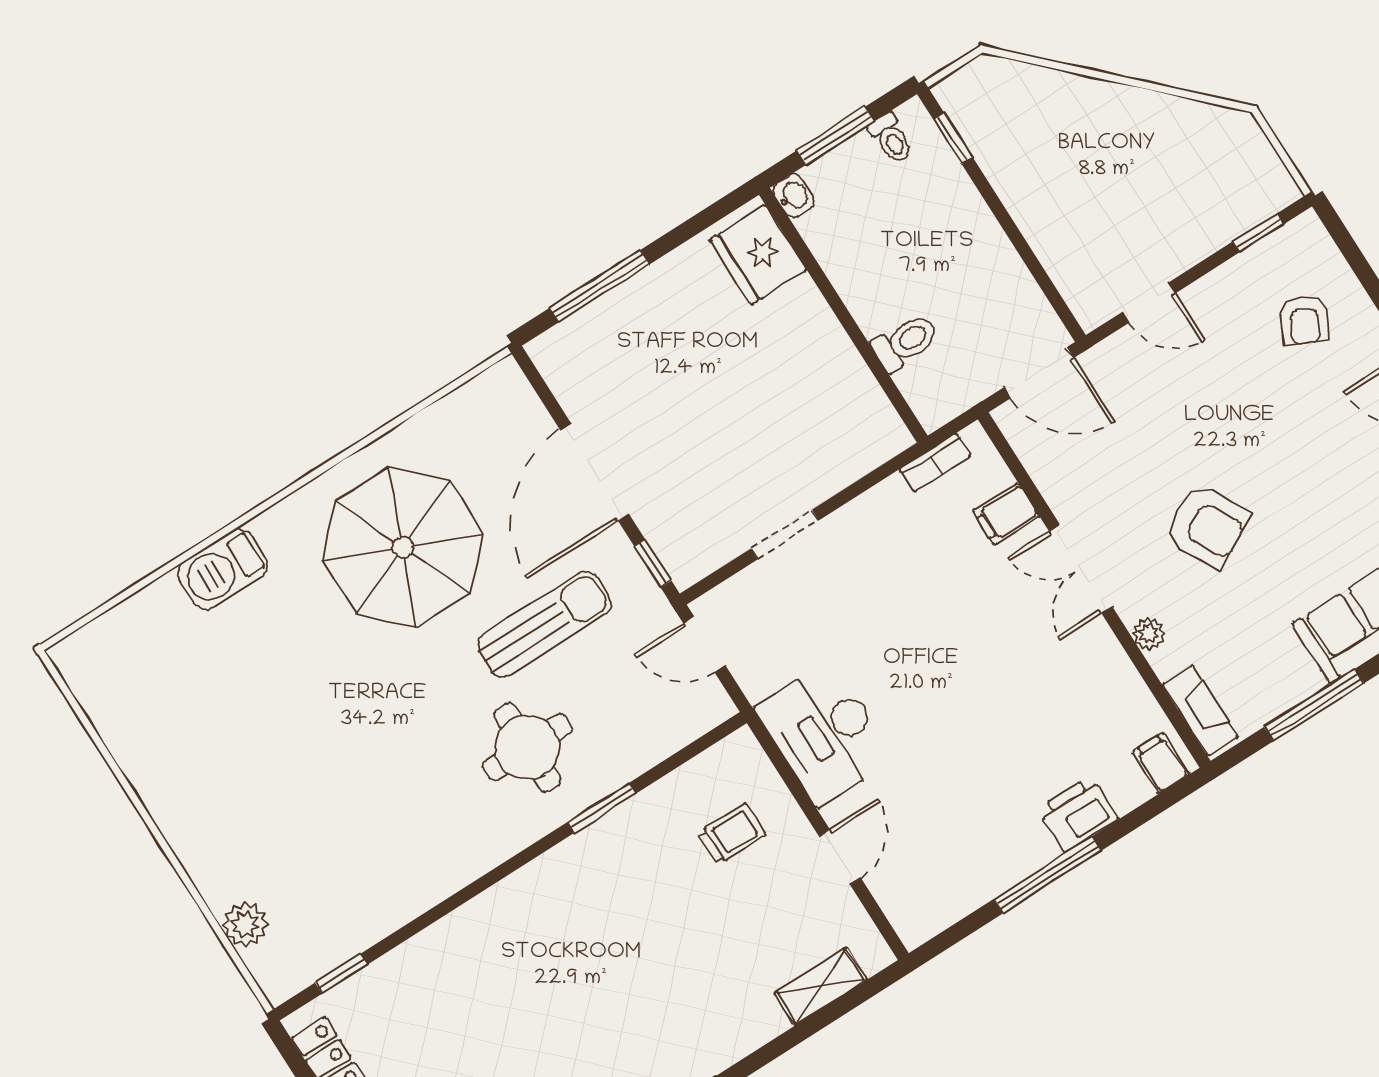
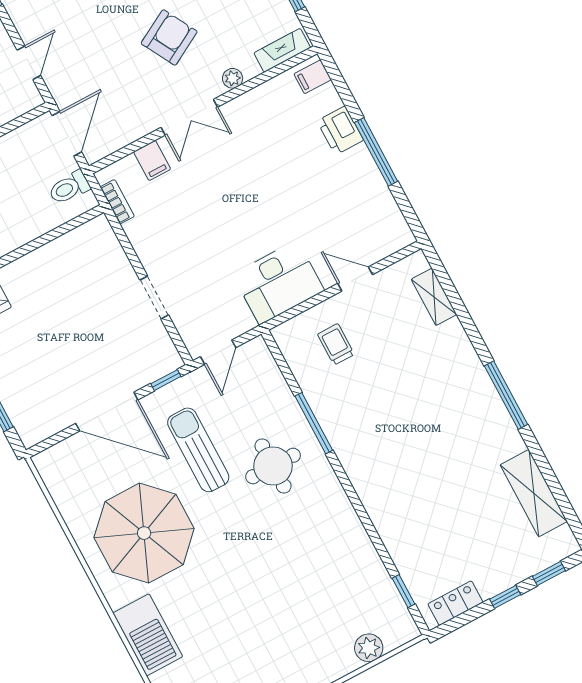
toilet: (905, 342) -> (69, 188), moved, turned -90
barbecue: (223, 569) -> (148, 635), width x1.37, depth x1.21
window: (602, 808) -> (314, 423), width x1.44

